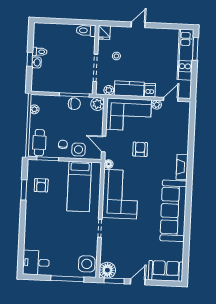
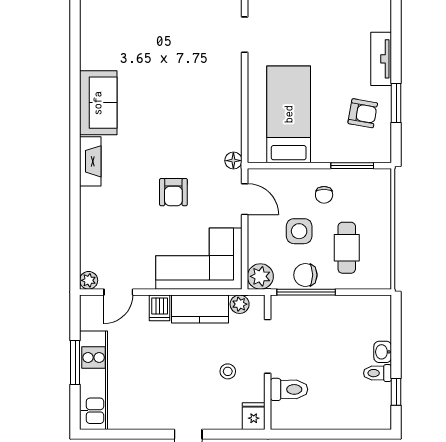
toilet: (86, 31) -> (289, 389), moved
window: (195, 49) -> (75, 363), moved
window: (30, 59) -> (396, 392), moved
plant: (157, 105) -> (89, 280), moved
plant: (34, 109) -> (383, 260), removed
cafe table: (39, 143) -> (347, 248), moved
side table: (78, 150) -> (299, 231), moved
armchair: (41, 185) -> (363, 113), turned 100
corner sofa: (120, 194) -> (208, 103), removed
sofa: (173, 211) -> (98, 103), width x0.54, depth x0.79
tv unit: (30, 213) -> (381, 59), added

